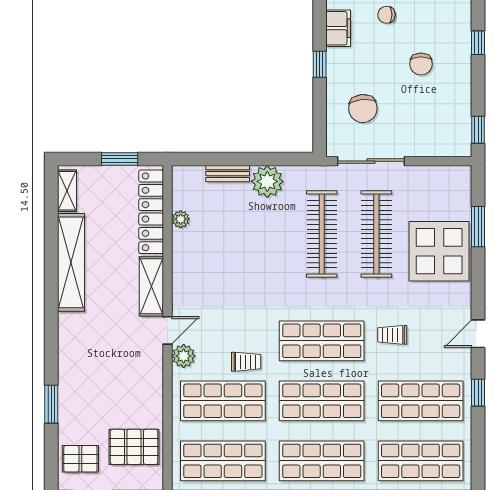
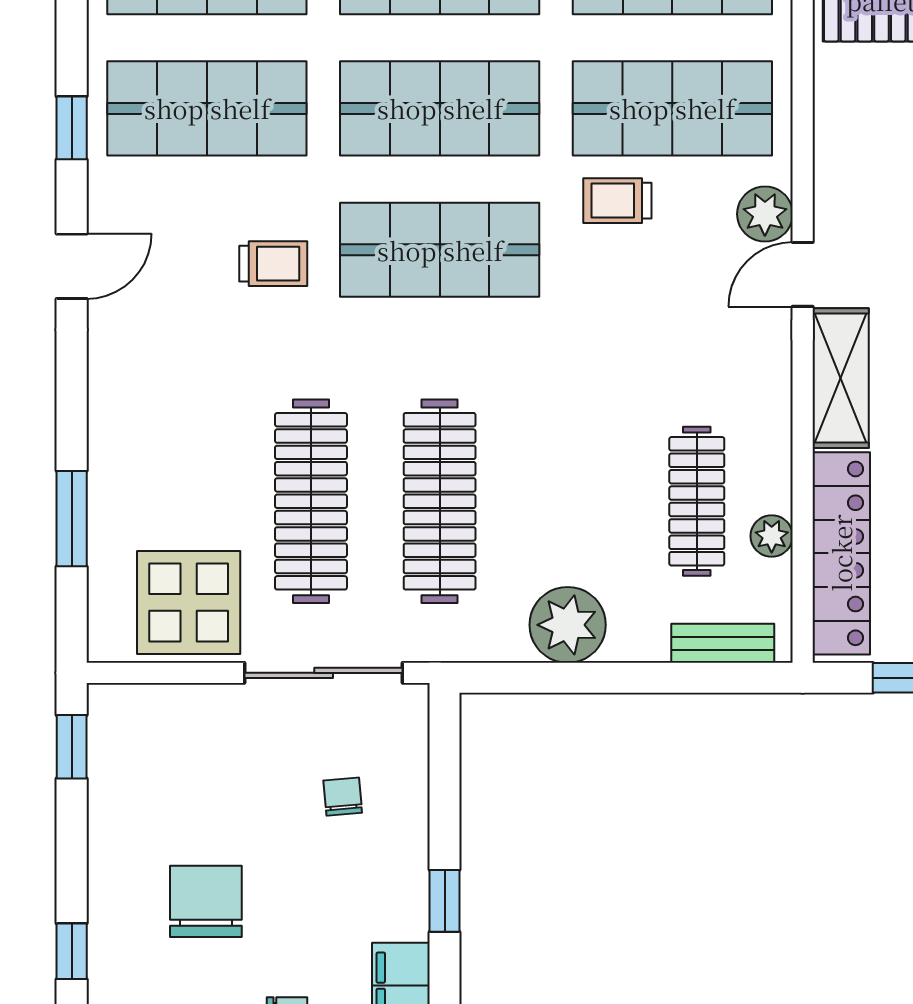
chair: (421, 64) -> (206, 901), width x1.37, depth x1.37
chair: (363, 109) -> (343, 797), width x0.54, depth x0.54
bench: (228, 174) -> (723, 643), moved
clothes rail: (212, 234) -> (697, 501), added
display table: (439, 251) -> (189, 602), moved, width x0.73, depth x0.73

